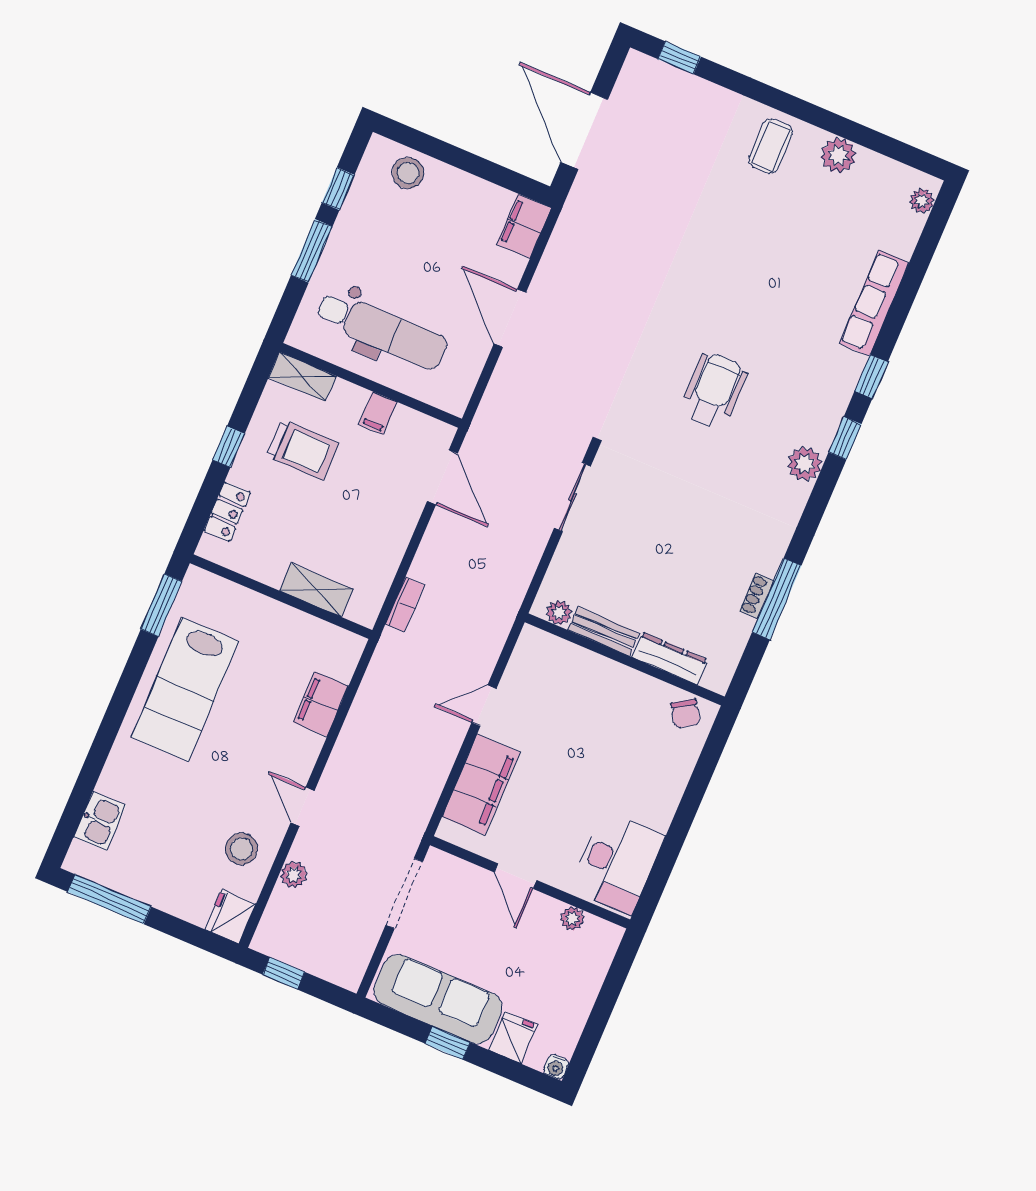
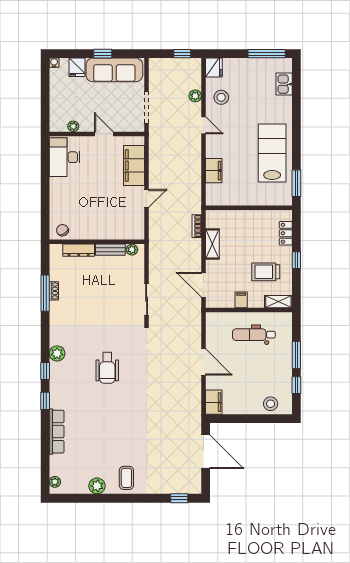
dental chair: (382, 330) -> (254, 335), width x0.73, depth x0.72
shelving: (316, 590) -> (212, 244), moved, turned 90

